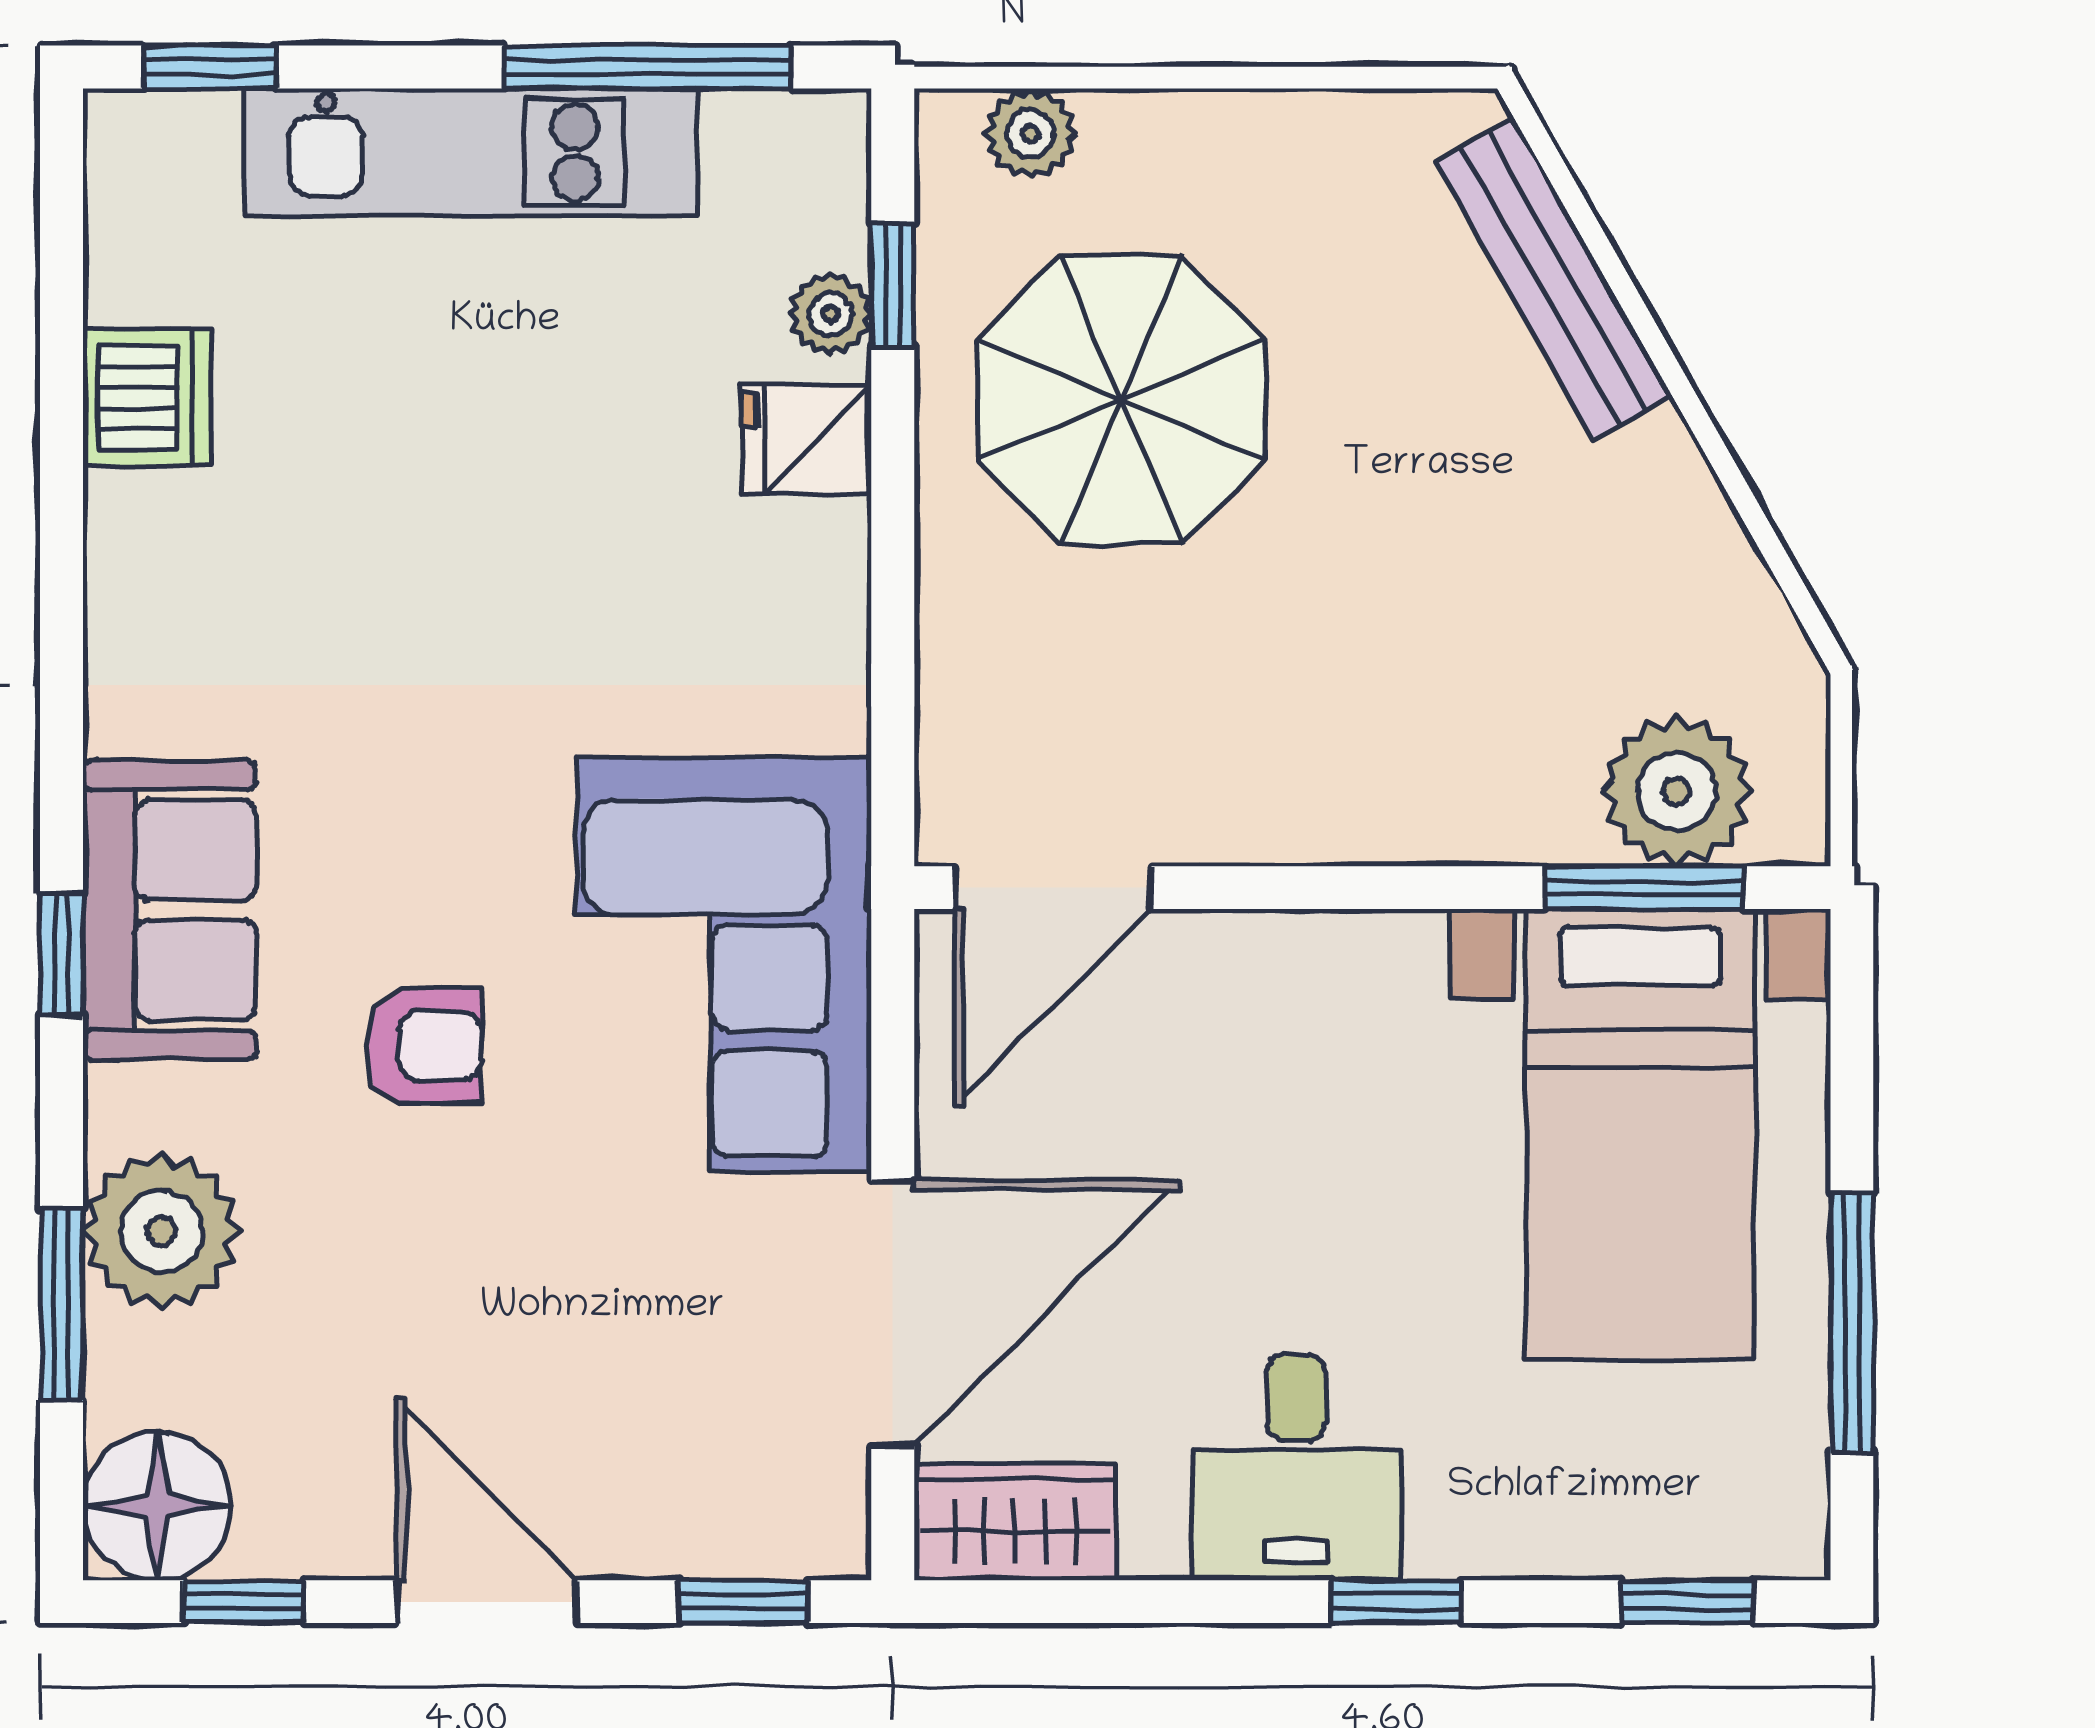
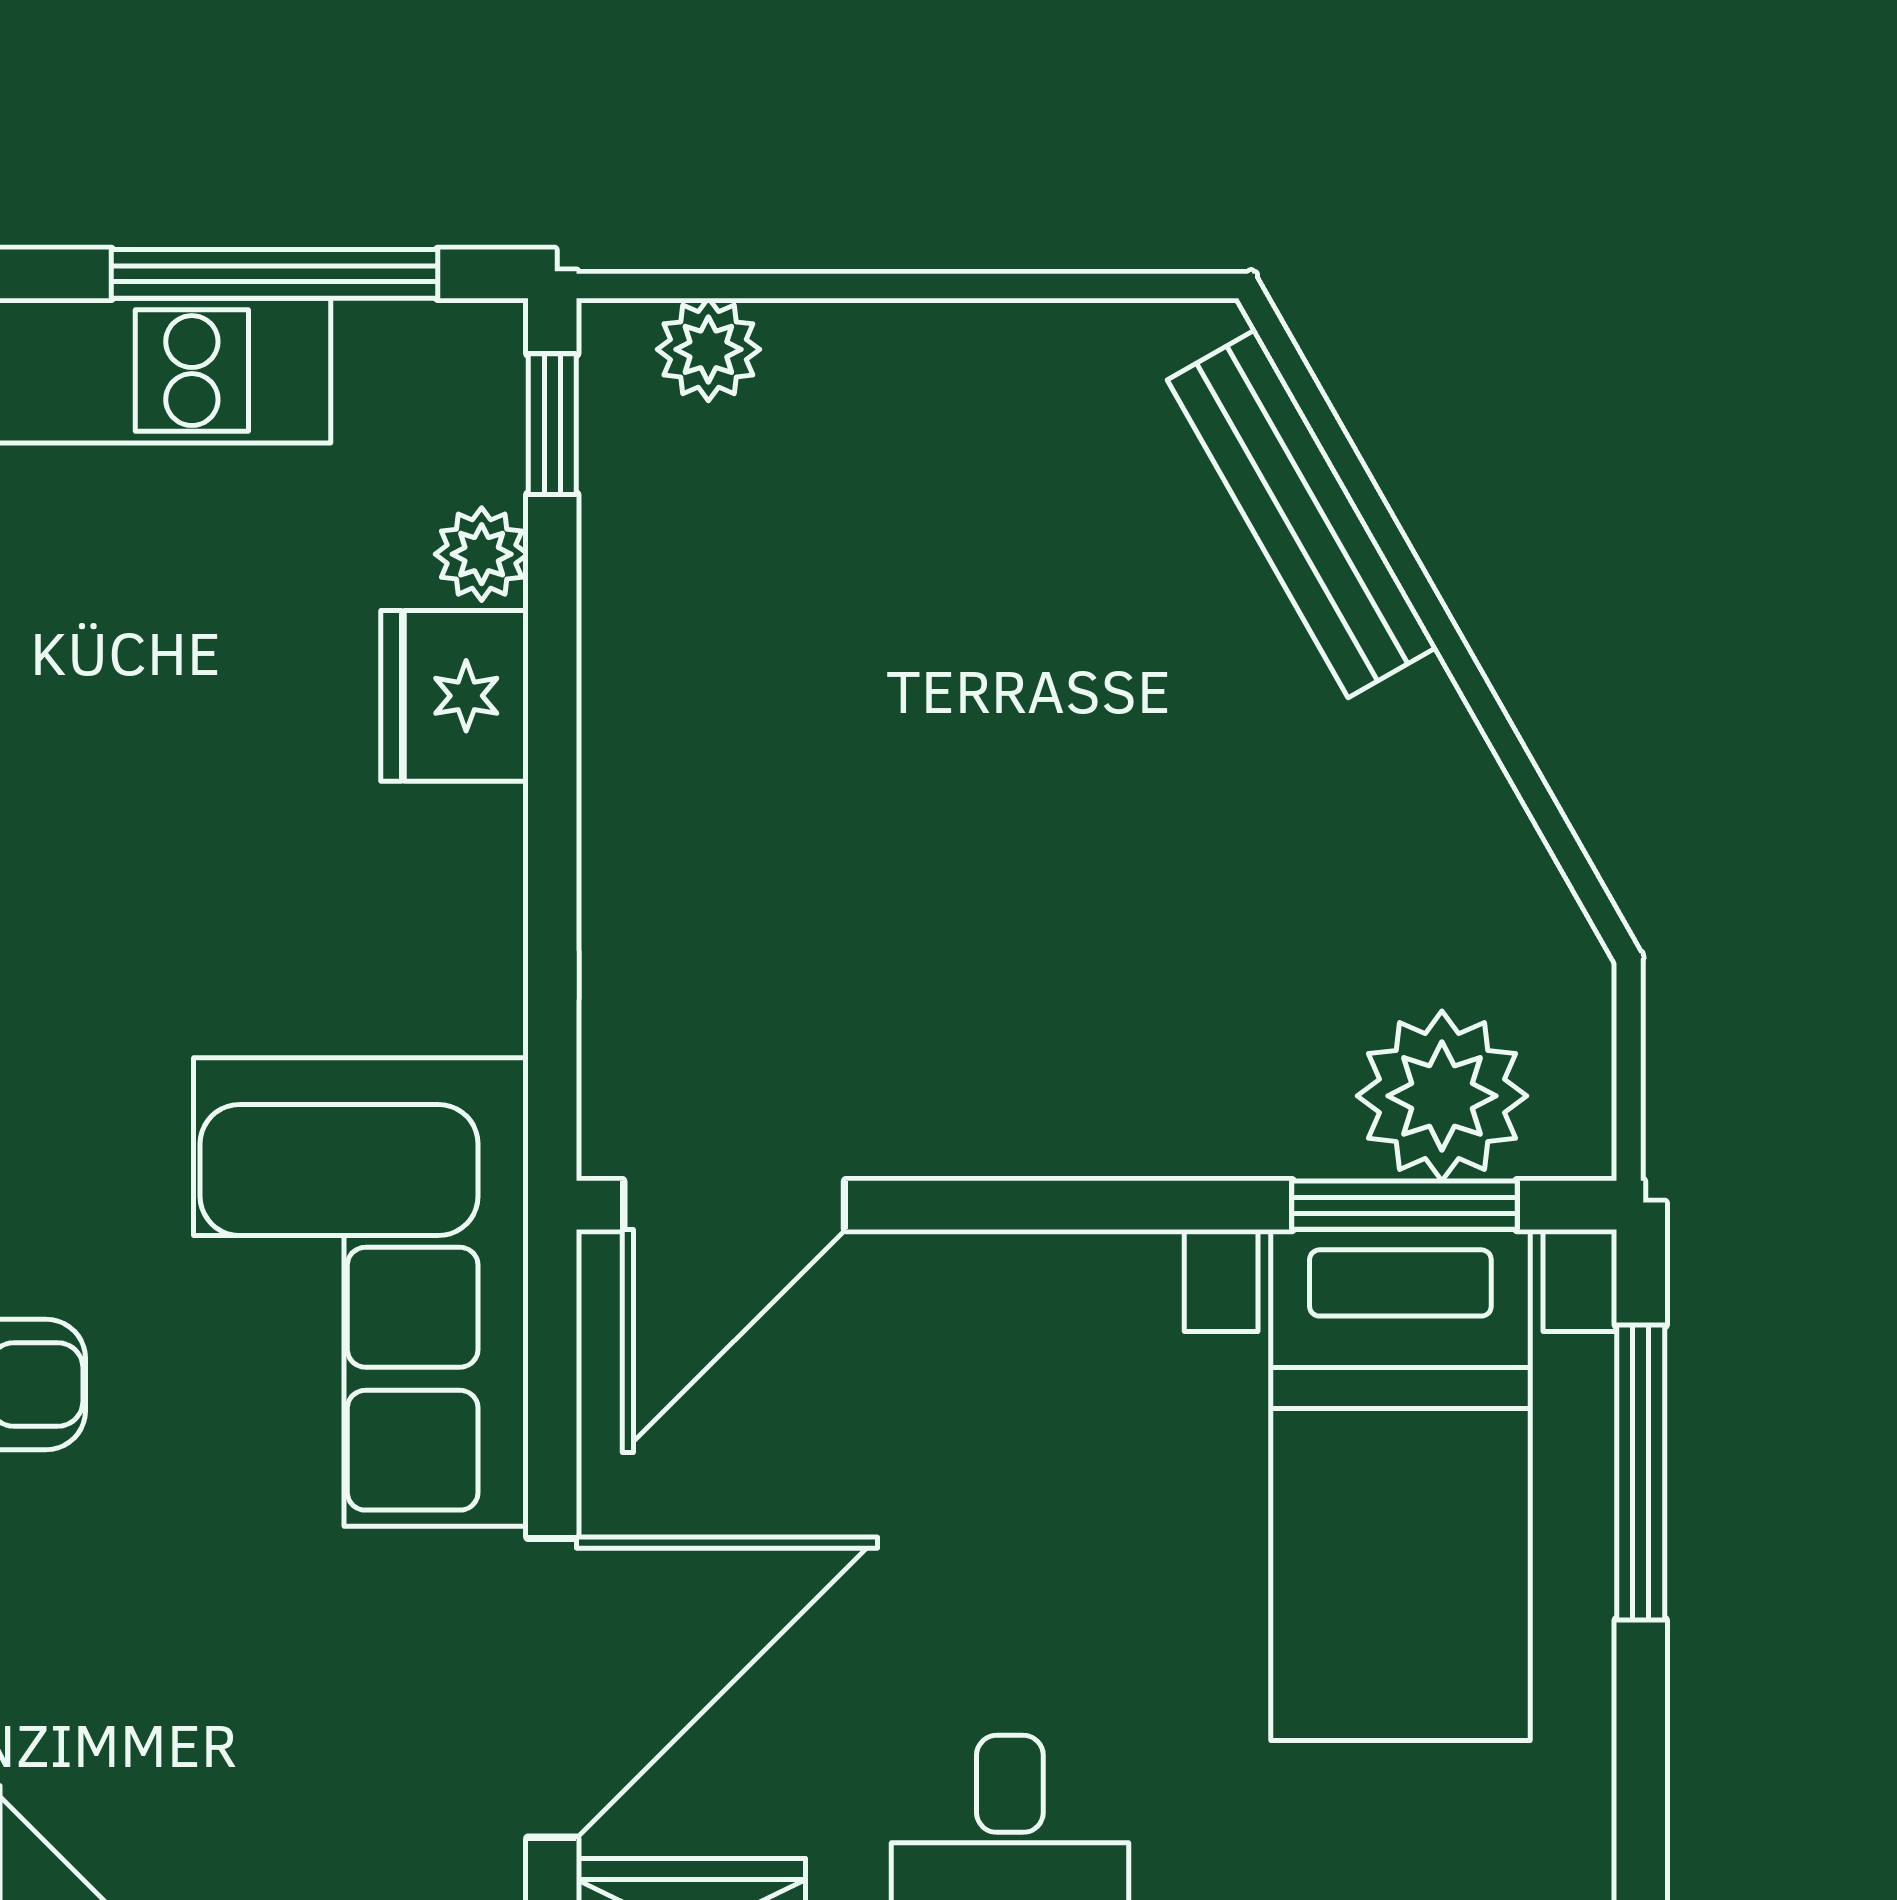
window: (893, 285) -> (552, 424), moved
parasol: (1121, 400) -> (811, 652), removed
fridge: (807, 439) -> (454, 696), width x1.38
window: (1852, 1323) -> (1641, 1473), moved

